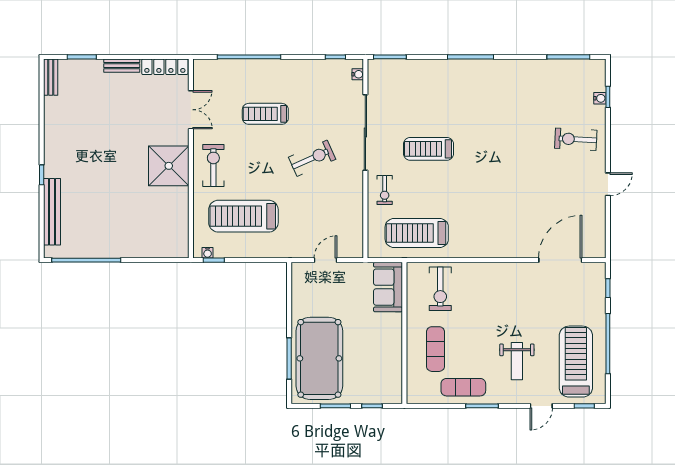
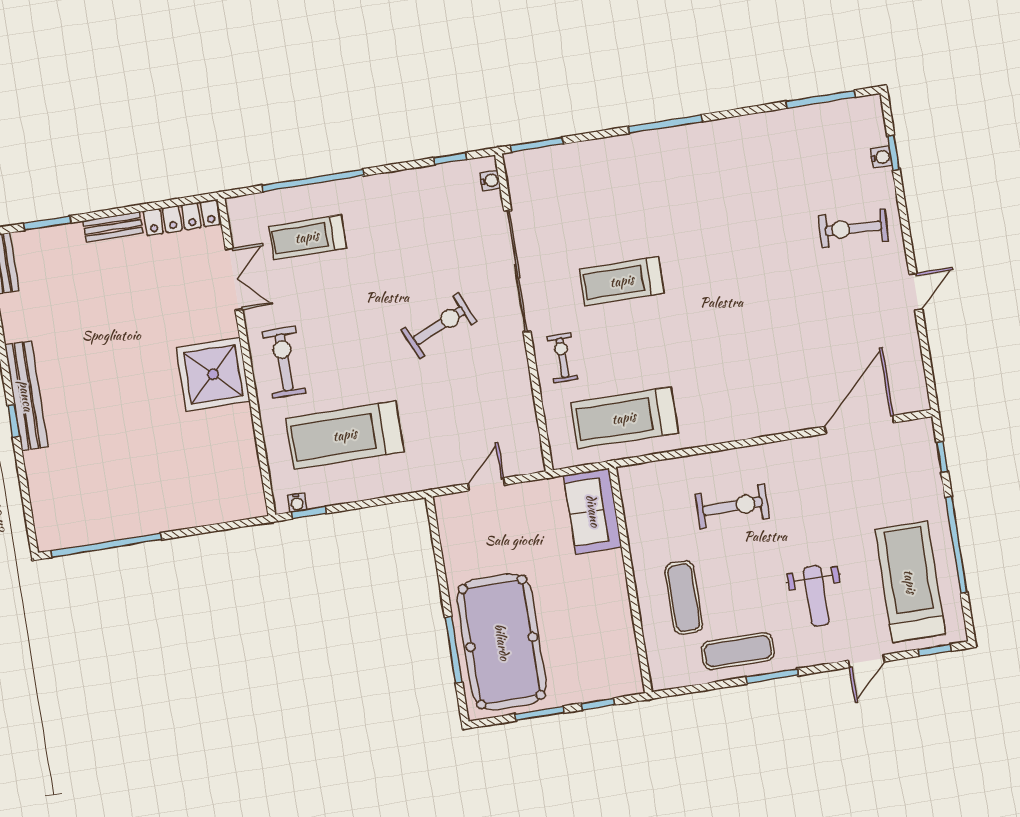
treadmill: (265, 114) -> (307, 237), moved
exercise bike: (385, 190) -> (562, 358), turned 180
bench: (52, 212) -> (26, 396), moved
exercise bike: (440, 289) -> (732, 506), moved, turned -90

